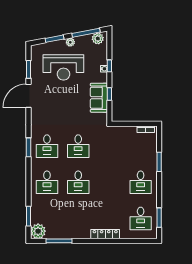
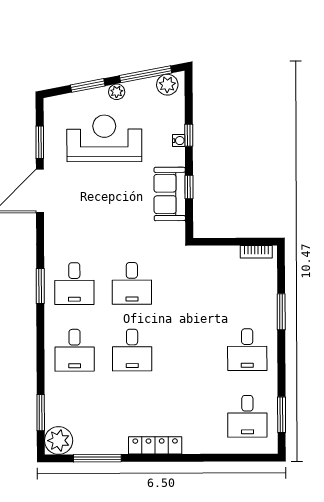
reception desk: (63, 67) -> (104, 138), turned 180
locker: (105, 234) -> (155, 445), moved

